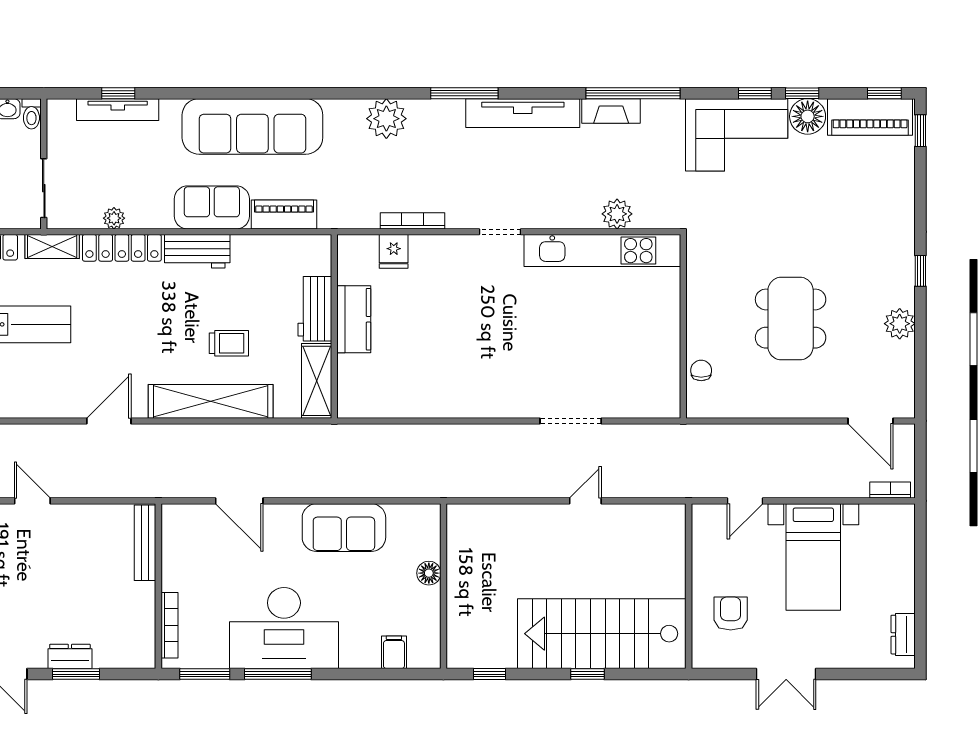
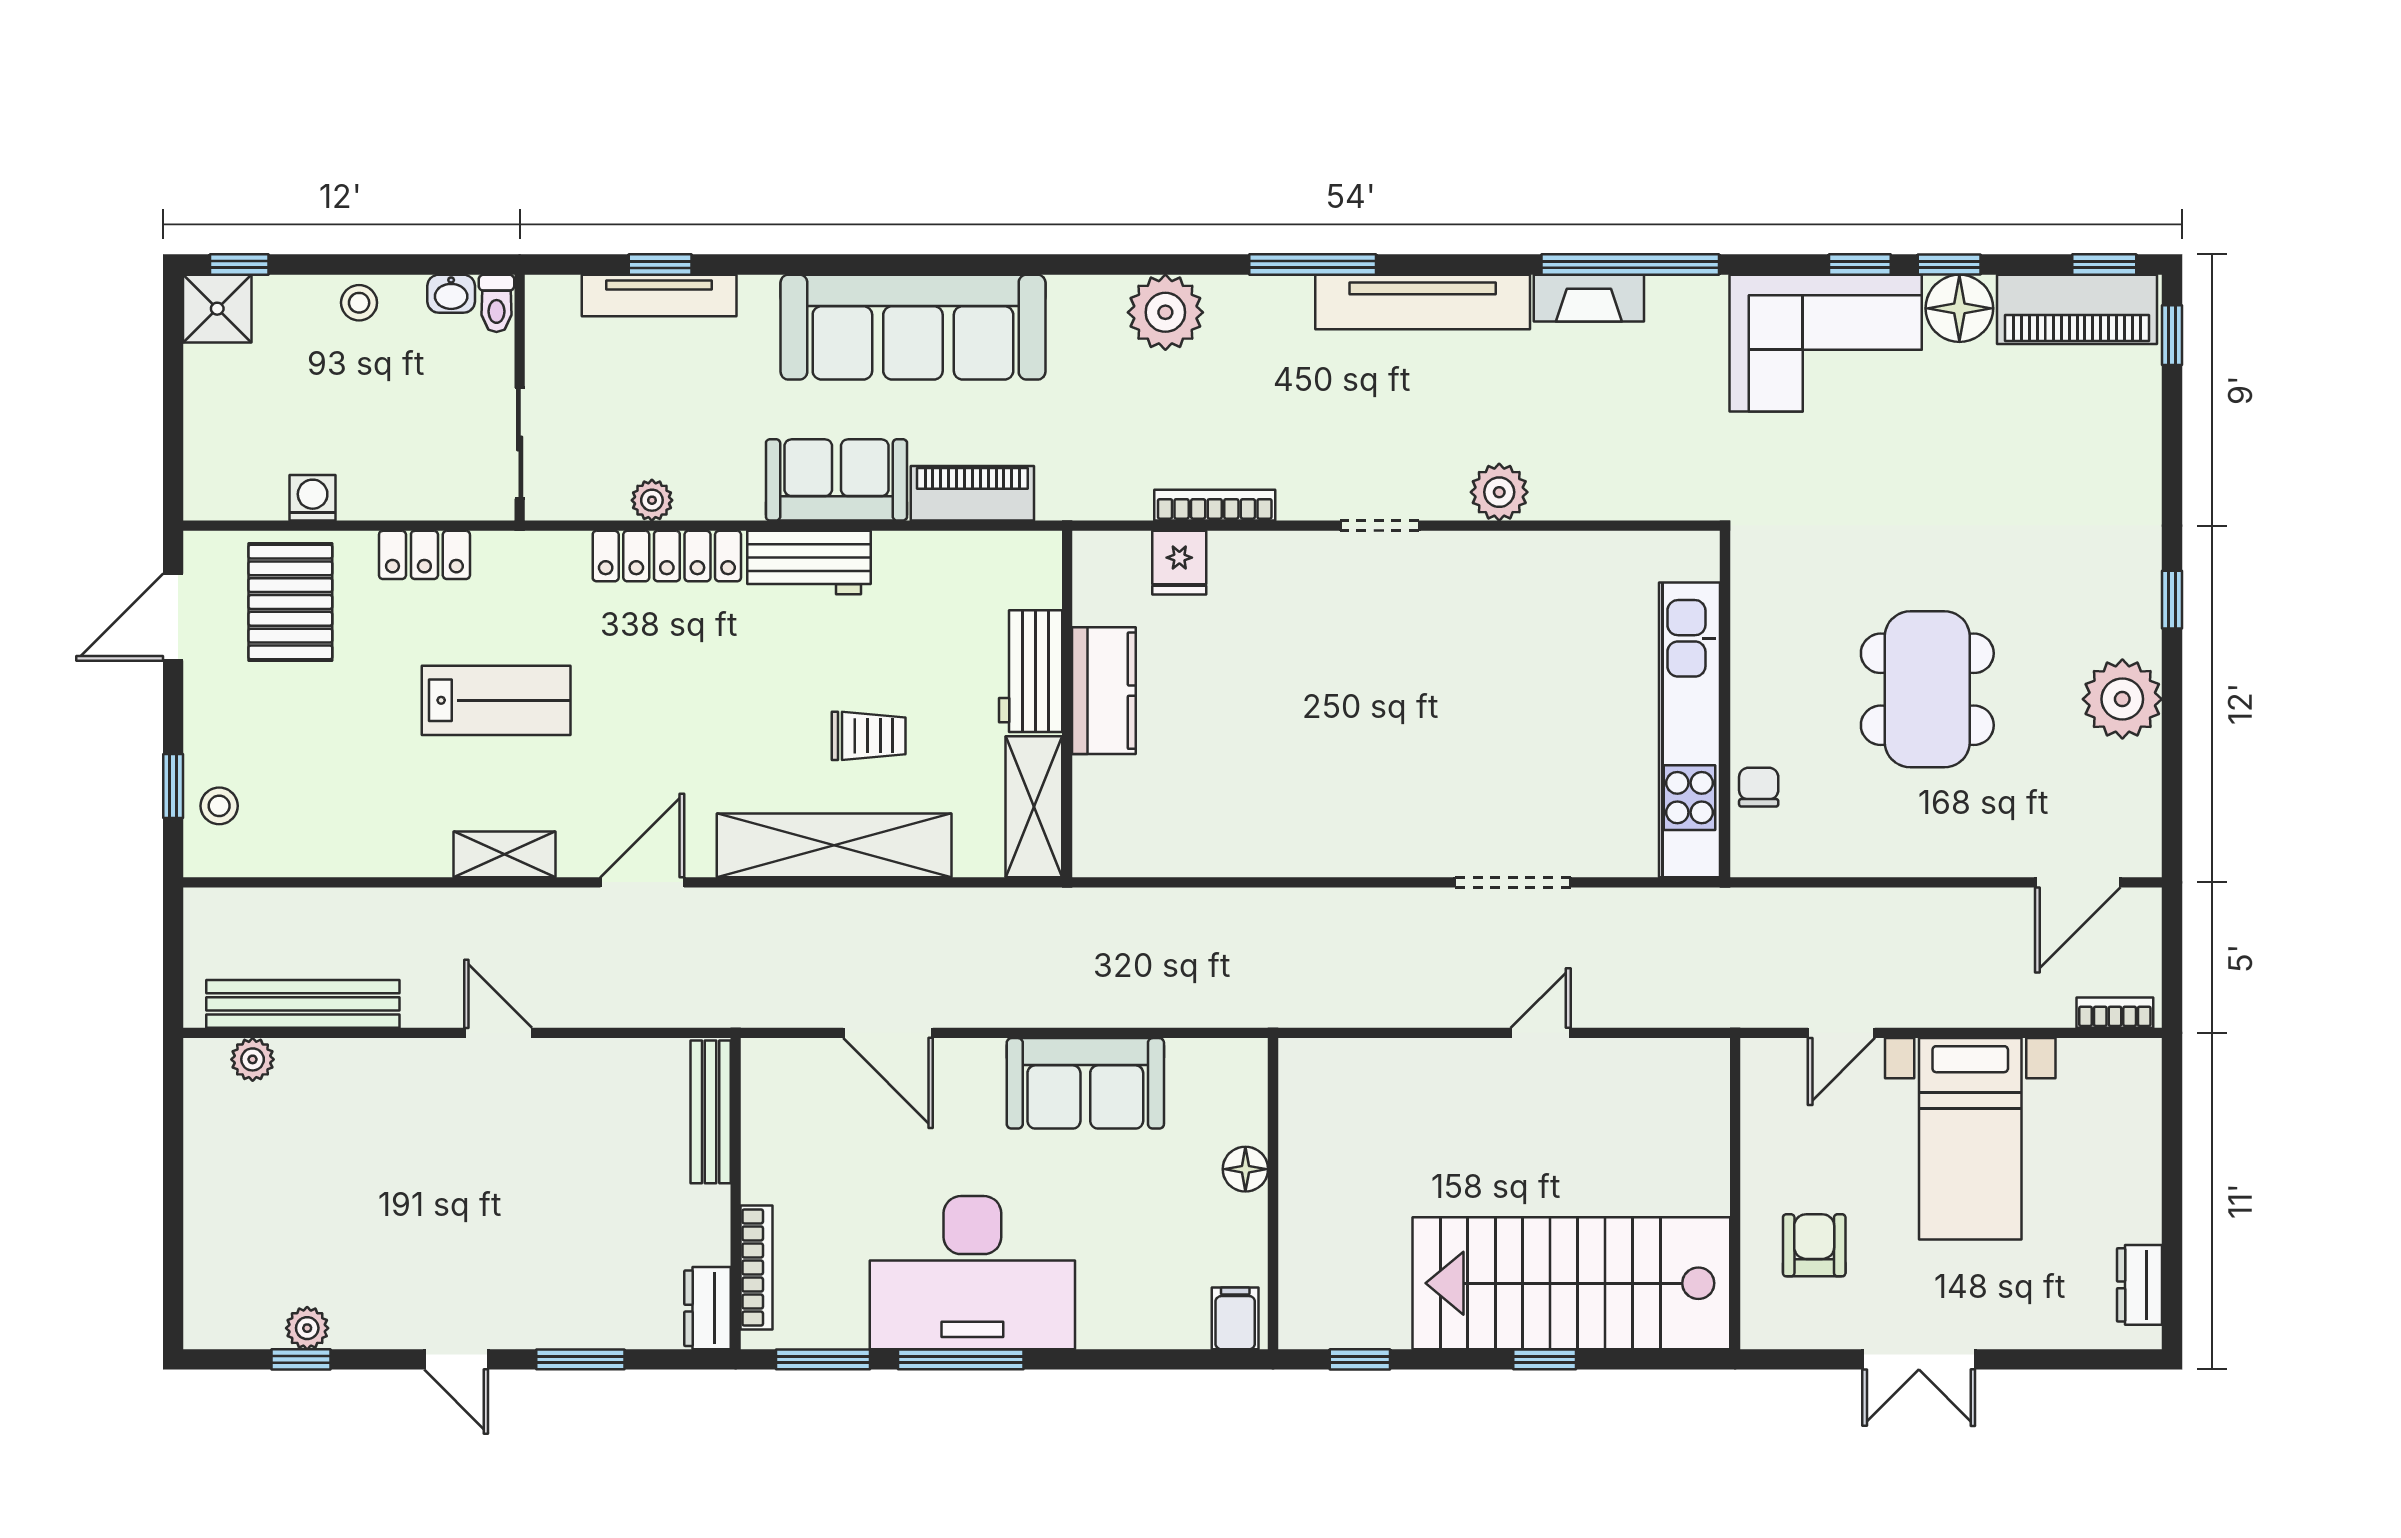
plant: (617, 214) -> (1499, 492), moved
shelving: (52, 247) -> (504, 854), moved
kitchen unit: (602, 251) -> (1690, 730), moved, turned 90
plant: (900, 324) -> (2122, 699), width x1.36, depth x1.36
door: (870, 421) -> (2078, 882), hinge flipped
filing cabinet: (394, 652) -> (1235, 1318), moved
dresser: (70, 656) -> (707, 1308), moved, turned -90

